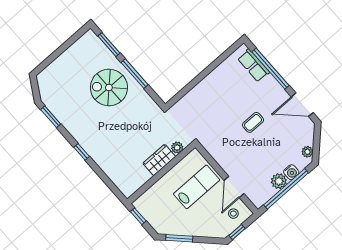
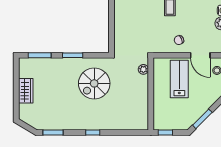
window: (135, 74) -> (73, 55), width x0.69
spiral stairs: (109, 87) -> (94, 83), moved
chair: (231, 156) -> (179, 40), added
wardrobe: (159, 160) -> (26, 91), moved, turned 180

